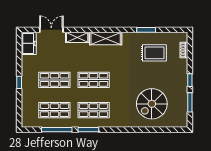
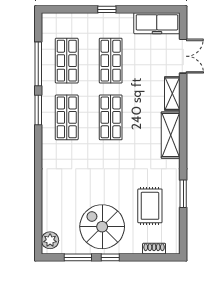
freezer: (29, 43) -> (157, 23), width x1.40
spiral stairs: (152, 104) -> (102, 227), moved
plant: (178, 122) -> (50, 240), added

